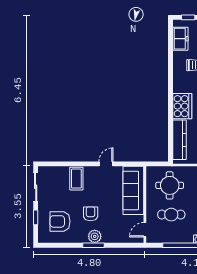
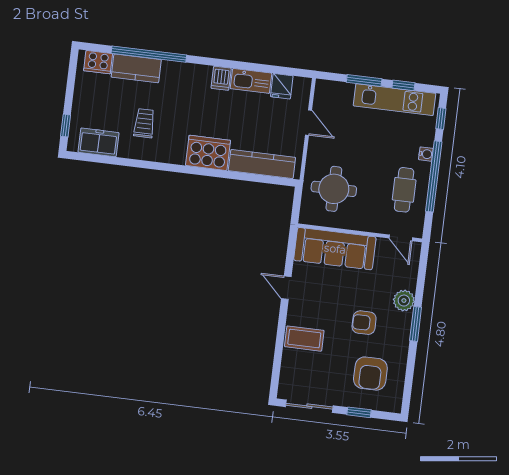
cafe table: (171, 215) -> (404, 190), moved
plant: (95, 236) -> (404, 301), moved

